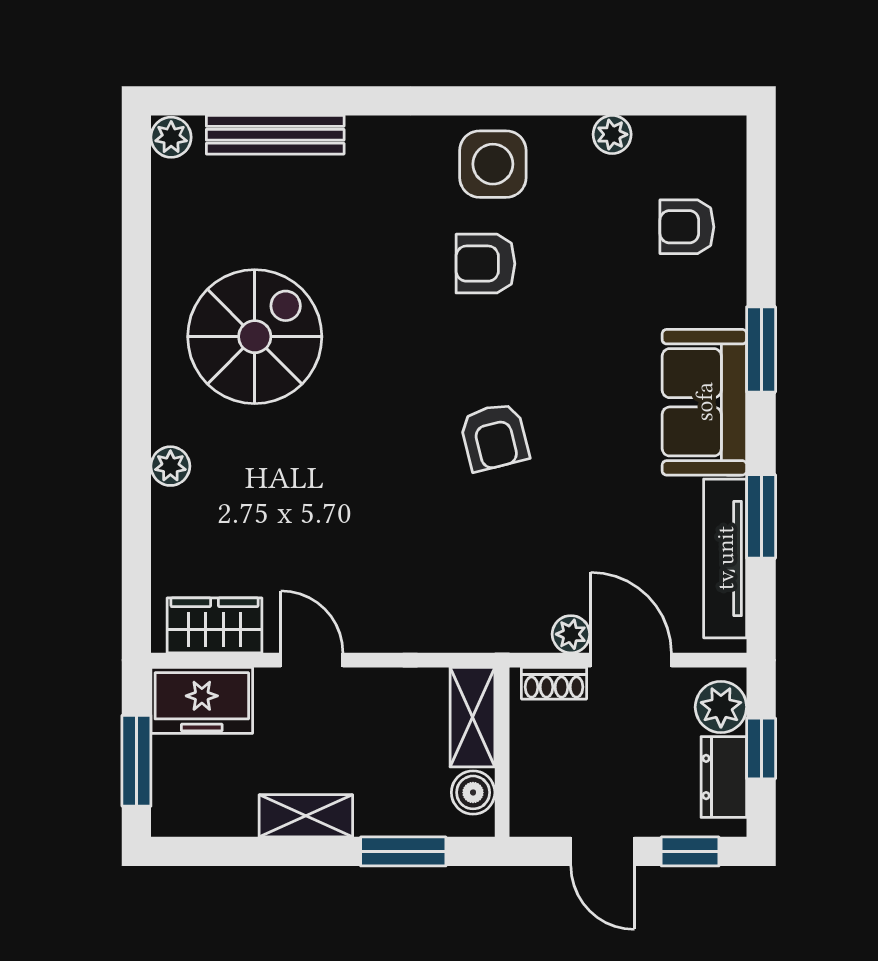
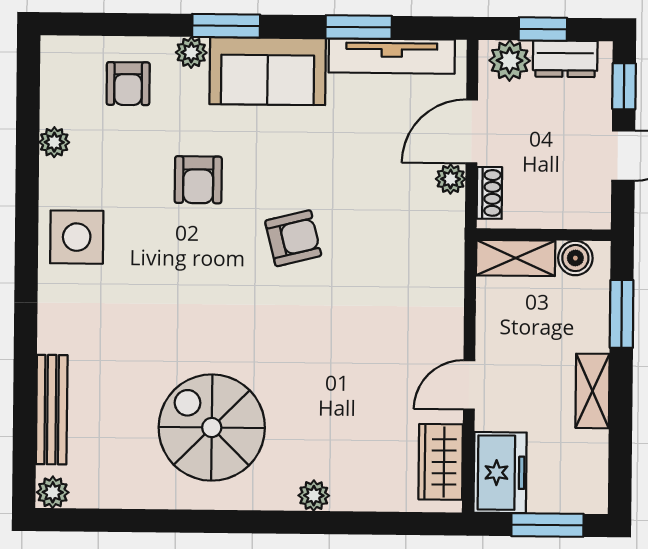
armchair: (485, 264) -> (198, 180), moved
plant: (727, 306) -> (191, 52), added

